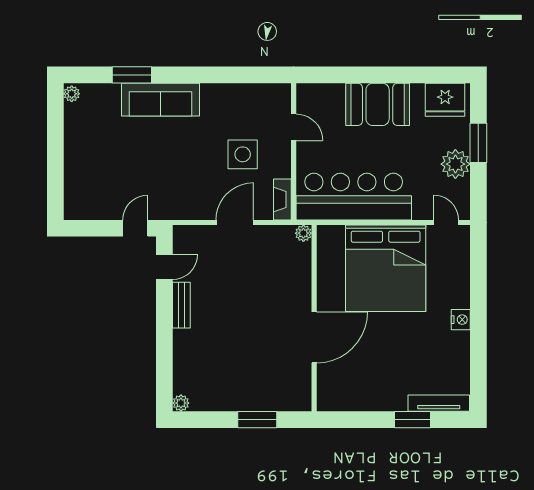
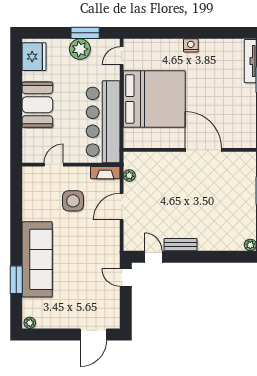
sofa: (161, 100) -> (37, 259), width x1.36, depth x1.27
window: (478, 143) -> (85, 33), moved
door: (55, 183) -> (93, 334), added
door: (235, 222) -> (122, 207), hinge flipped
plant: (303, 233) -> (129, 175), moved

